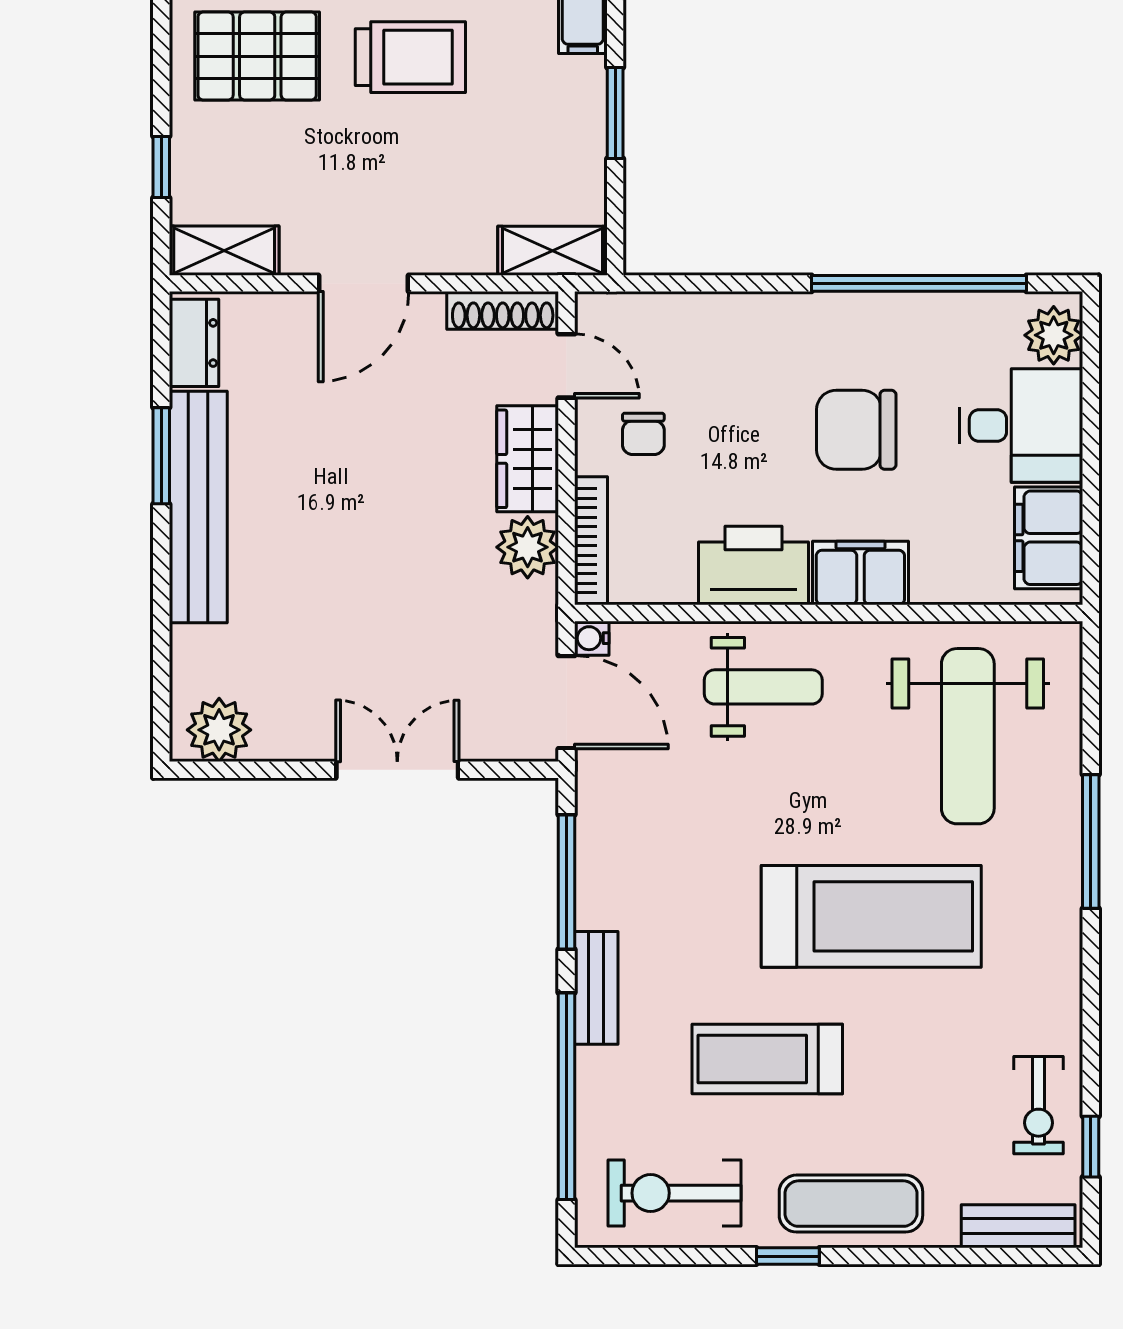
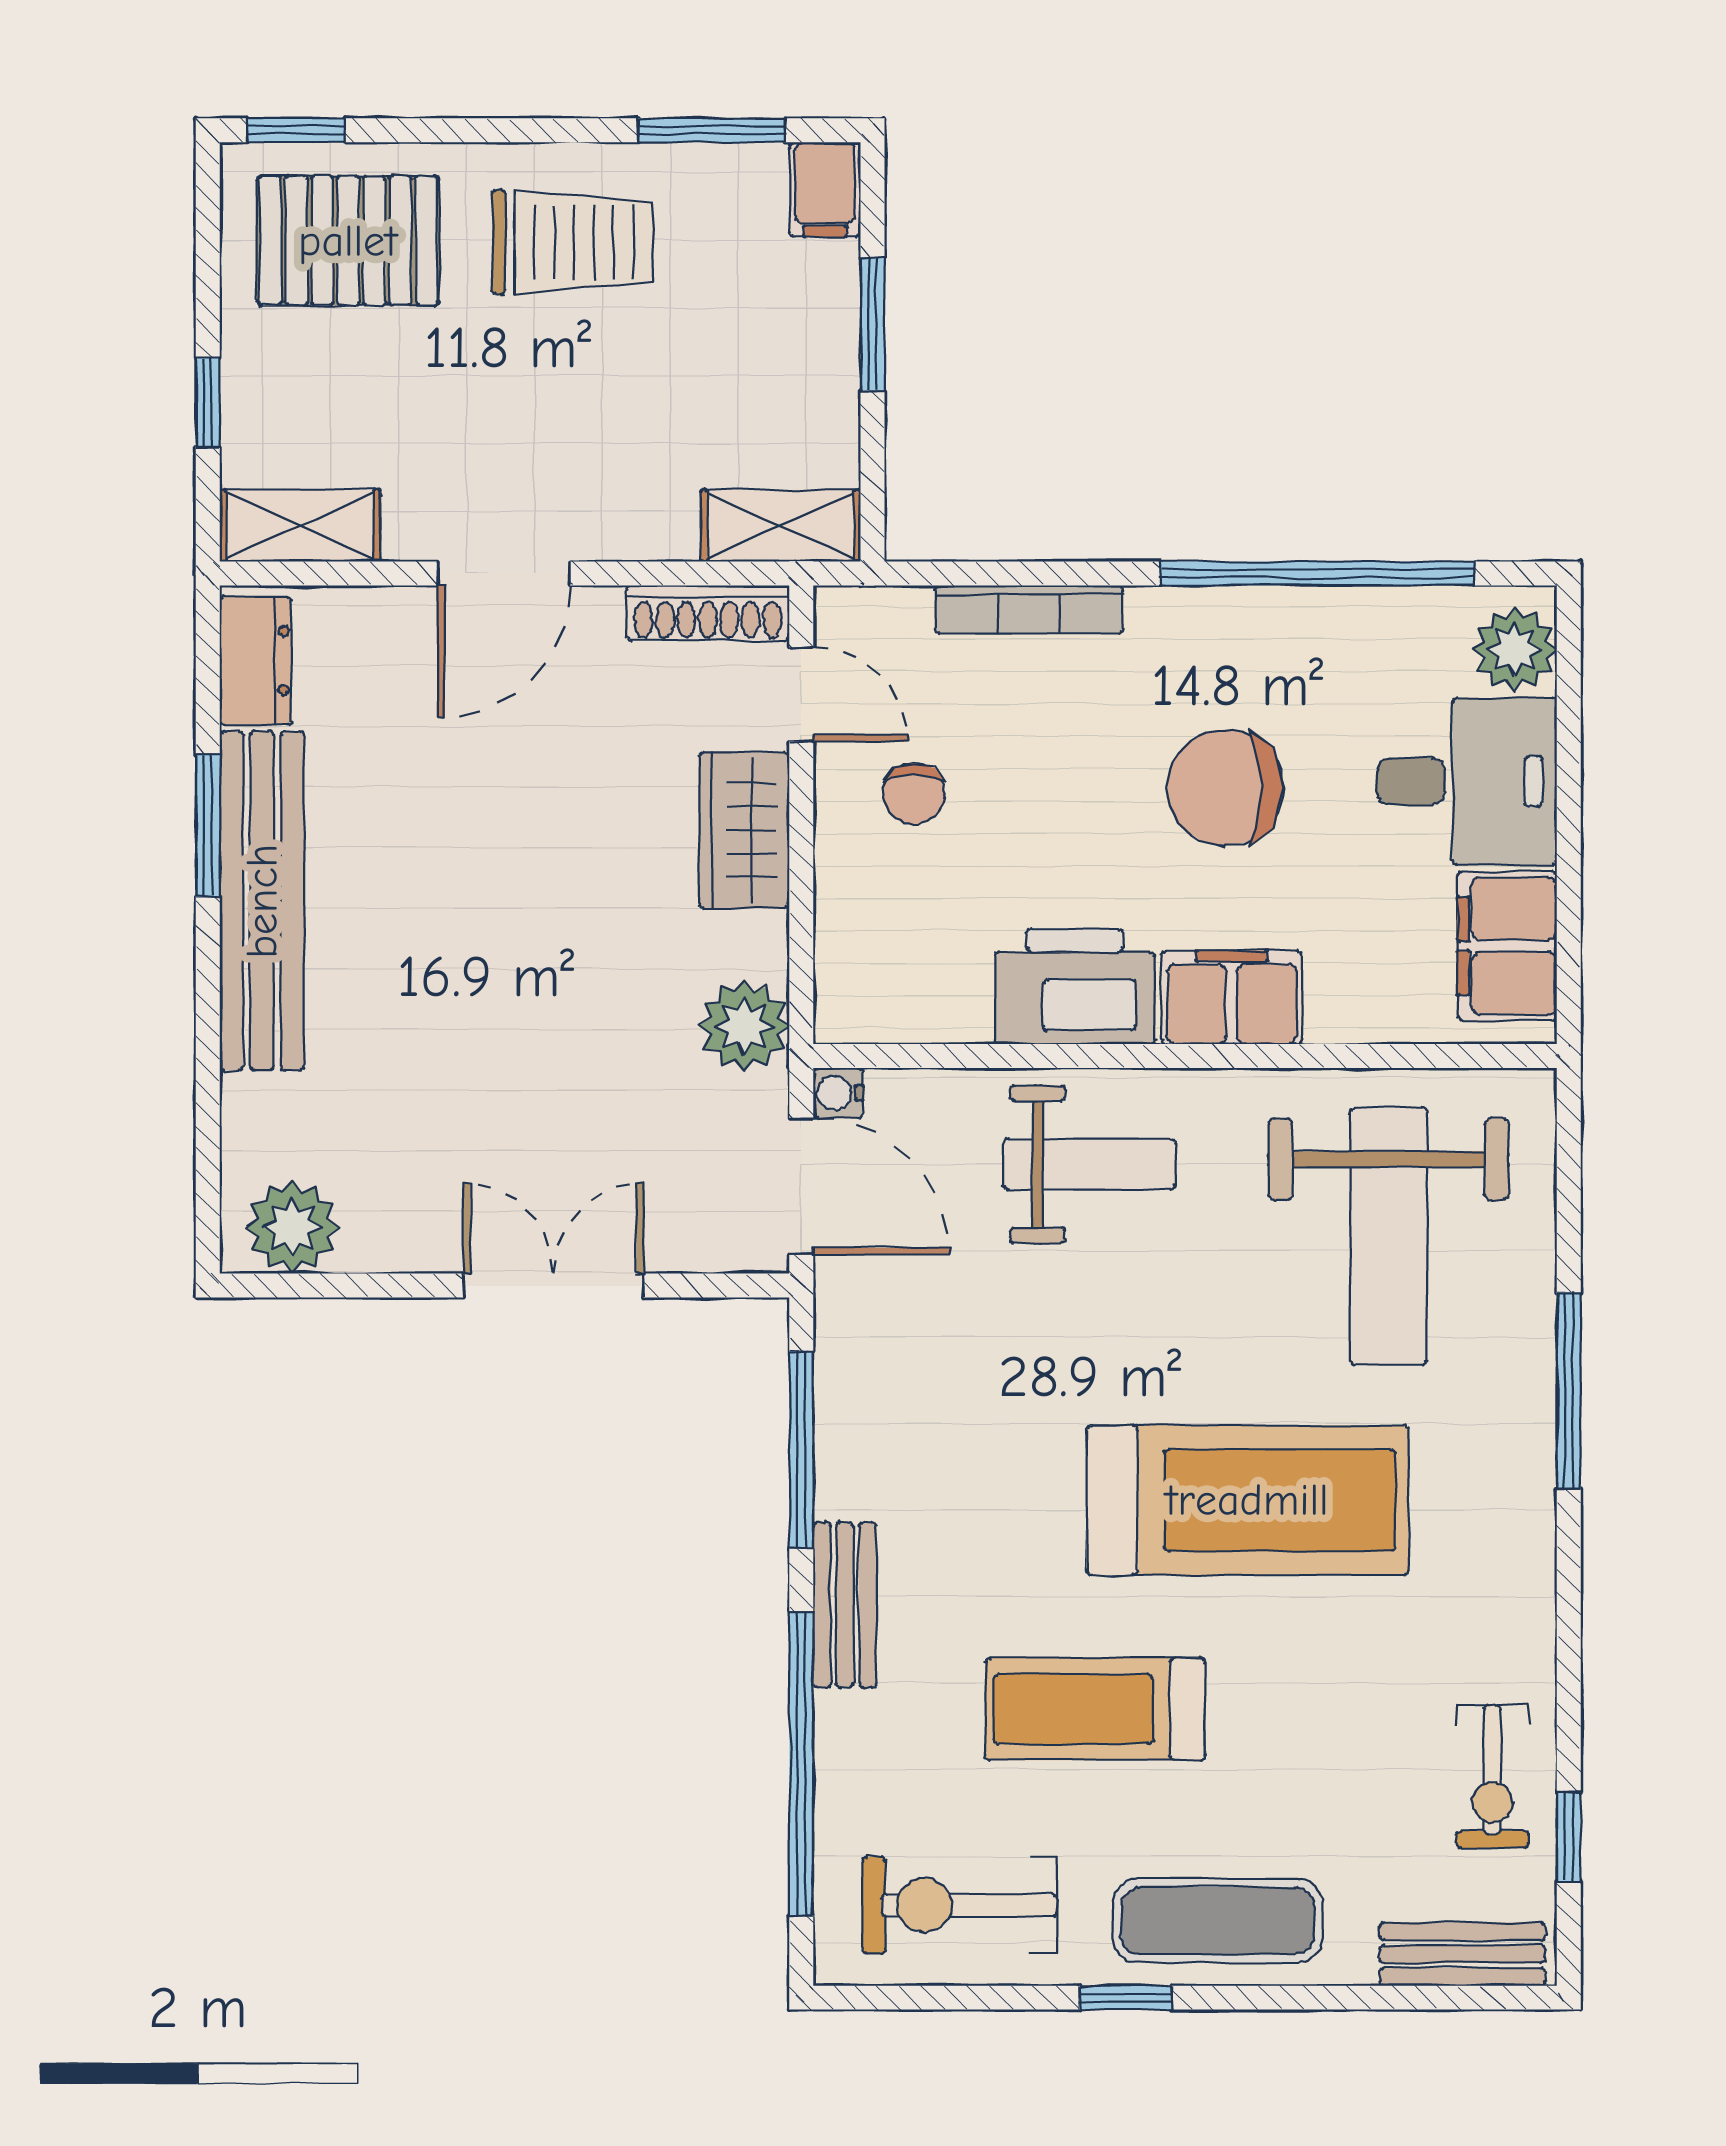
bookcase: (591, 541) -> (1029, 609), moved, turned 90
plant: (528, 547) -> (744, 1026), moved

